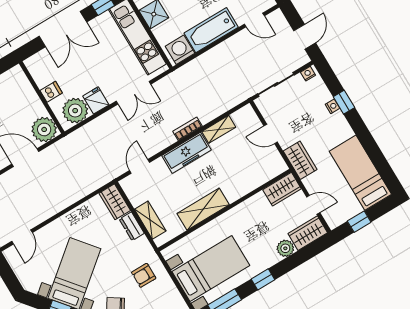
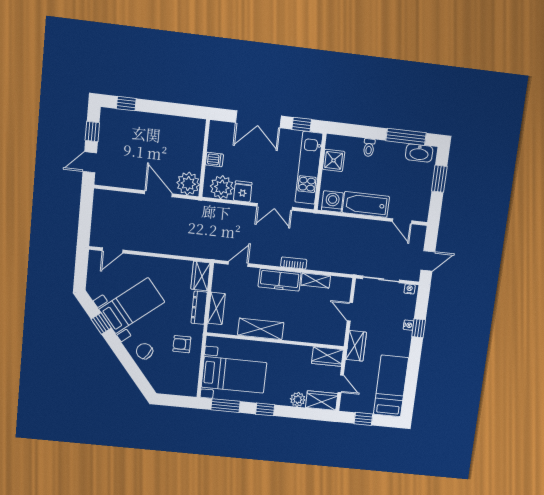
dresser: (132, 226) -> (199, 308), width x1.44

